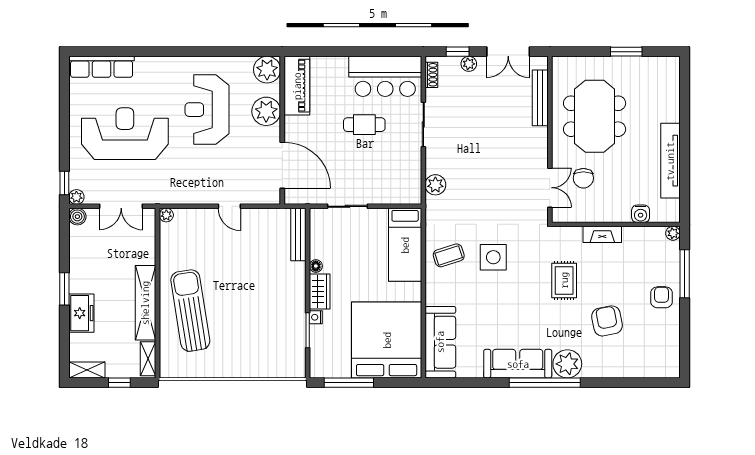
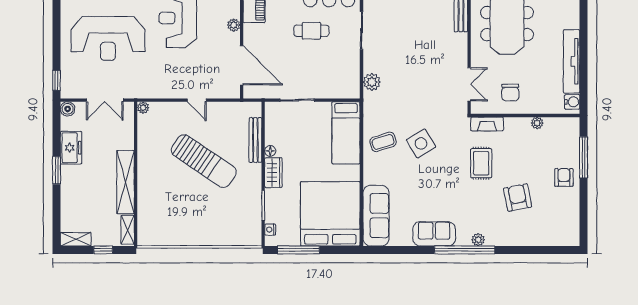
plant: (266, 111) -> (234, 25), width x0.53, depth x0.53
reception desk: (125, 134) -> (108, 38), turned 180
chair: (583, 178) -> (510, 92), moved
plant: (76, 197) -> (67, 92), removed
water cooler: (641, 214) -> (572, 102), moved, turned -90
plant: (673, 233) -> (537, 123), moved
fireplace: (602, 234) -> (487, 124), moved
bench: (298, 235) -> (255, 140), moved
side table: (493, 257) -> (421, 143), turned -31
sun lounger: (190, 311) -> (204, 161), moved, turned 133
freezer: (81, 313) -> (71, 148), moved
nightstand: (316, 317) -> (270, 230), moved
sofa: (518, 364) -> (434, 234), width x0.73
plant: (567, 364) -> (478, 240), width x0.53, depth x0.53

